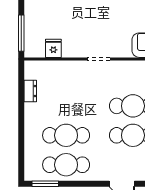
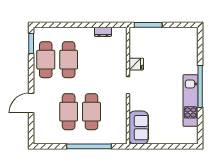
fridge: (53, 48) -> (136, 64), moved

